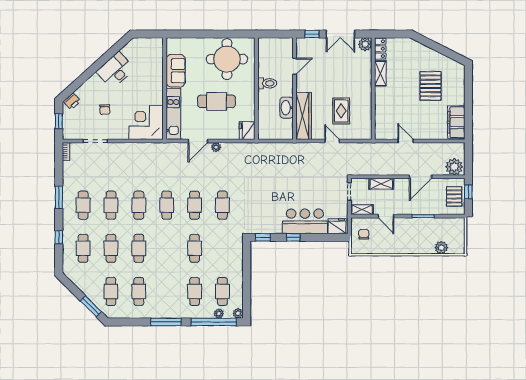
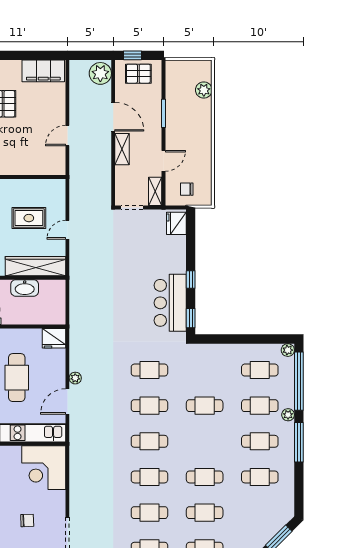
door: (198, 141) -> (67, 401), swing flipped
shelving: (381, 184) -> (122, 149), moved
bar counter: (305, 221) -> (170, 303), moved
cafe table: (111, 291) -> (260, 441), moved
plant: (219, 314) -> (288, 415), moved

